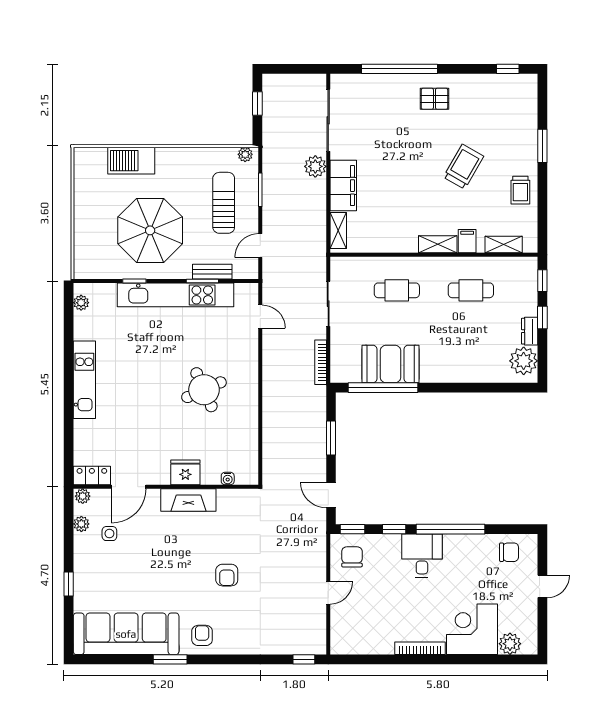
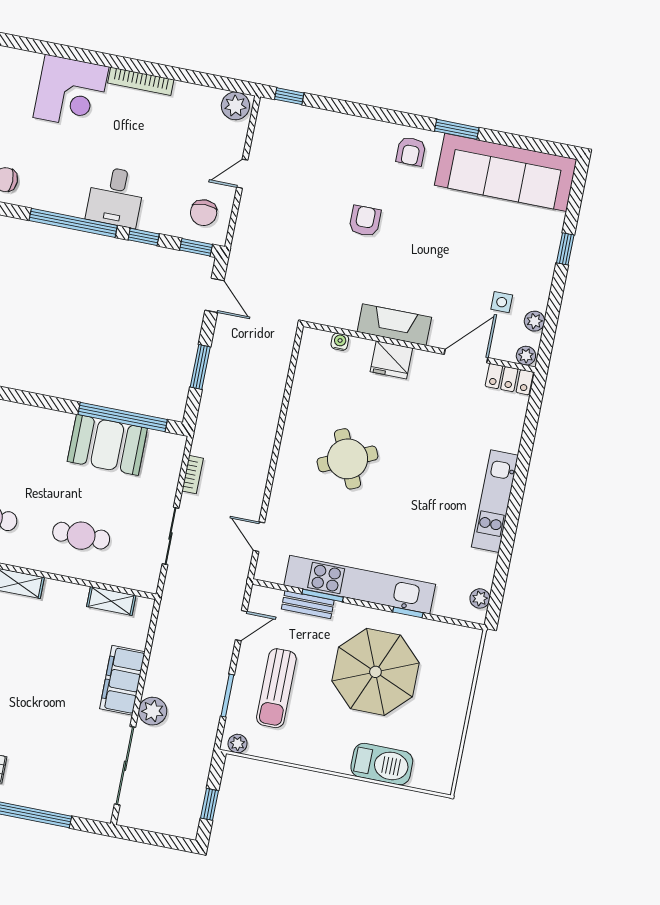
shelving: (338, 230) -> (111, 601), moved, turned 90
bookcase: (321, 362) -> (193, 475), width x0.64
plant: (510, 644) -> (235, 106), moved

